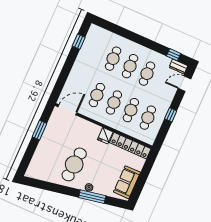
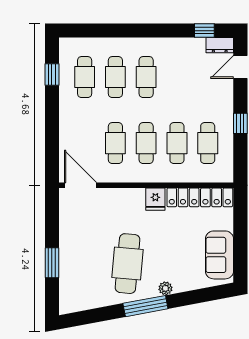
cafe table: (147, 74) -> (85, 77), moved
door: (67, 110) -> (80, 185), hinge flipped
window: (40, 130) -> (52, 263), moved
window: (92, 197) -> (145, 306), moved

